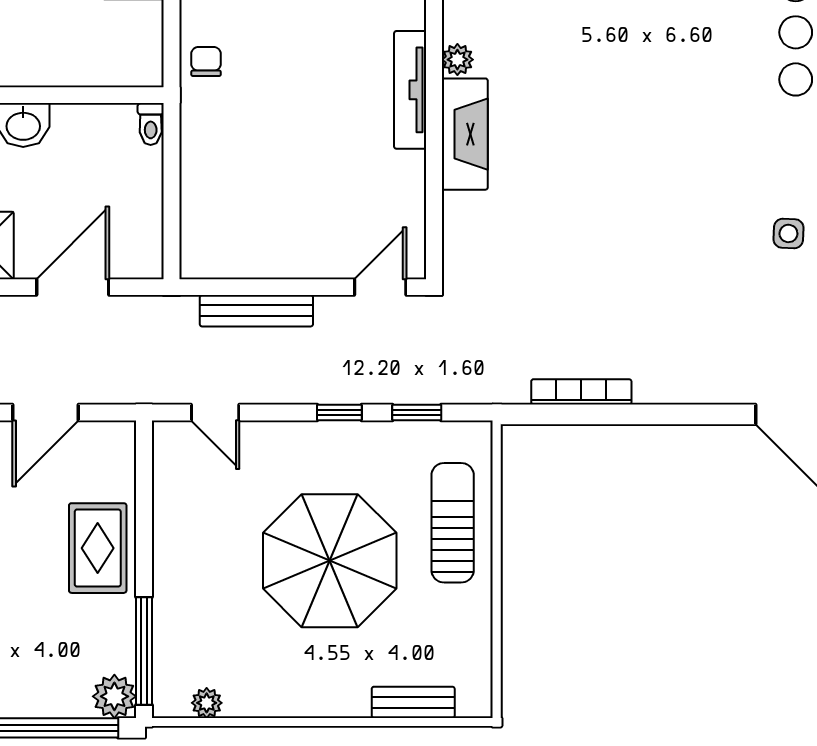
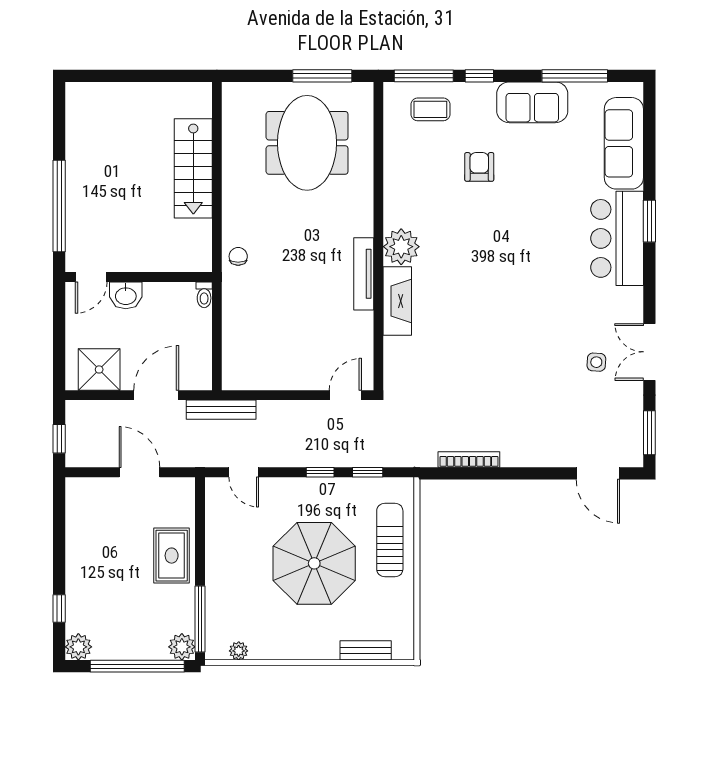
plant: (457, 60) -> (401, 247), width x1.88, depth x1.88
bench: (256, 311) -> (221, 410), moved
door: (45, 412) -> (139, 472), swing flipped

